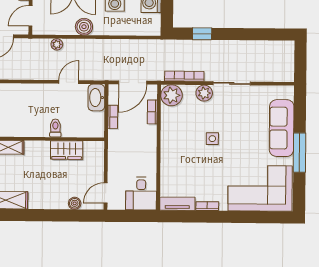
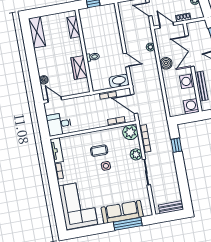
bench: (288, 58) -> (171, 207), added
coffee table: (189, 144) -> (99, 151), added
window: (300, 153) -> (128, 224), moved

